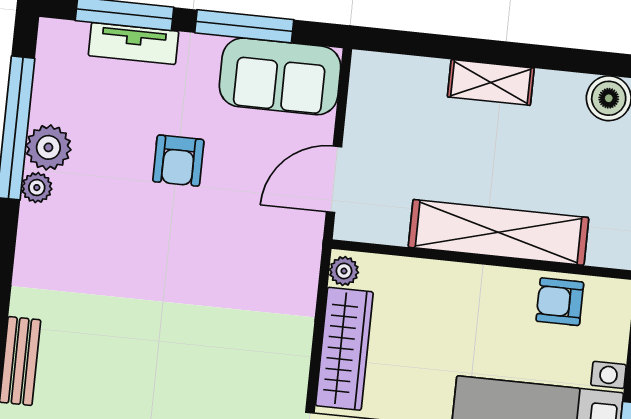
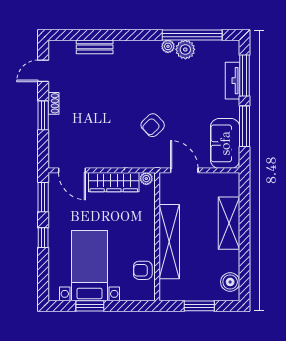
shelving: (491, 82) -> (229, 223), width x1.50, depth x1.33
armchair: (178, 161) -> (153, 125), moved, turned -44
armchair: (560, 302) -> (143, 270), turned -90

